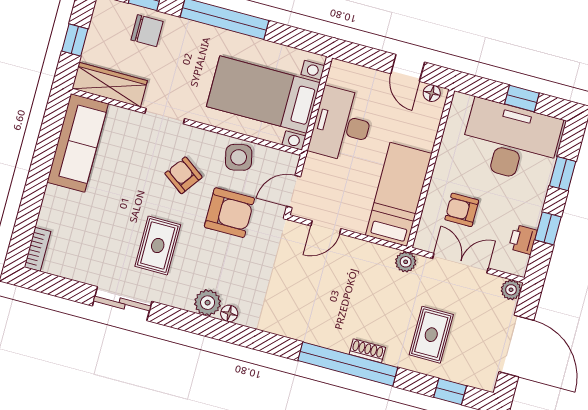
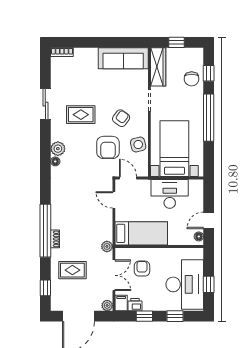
filing cabinet: (513, 264) -> (121, 303), added

